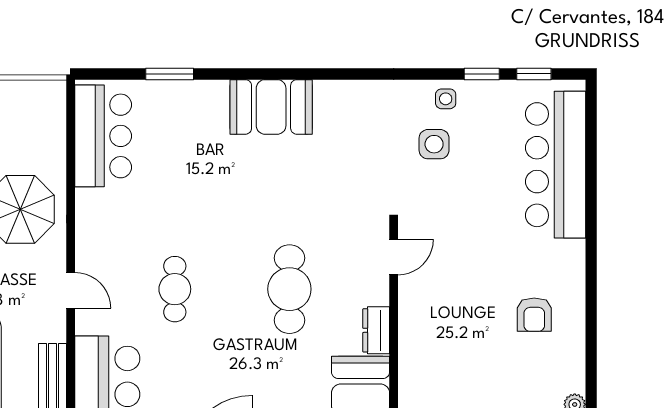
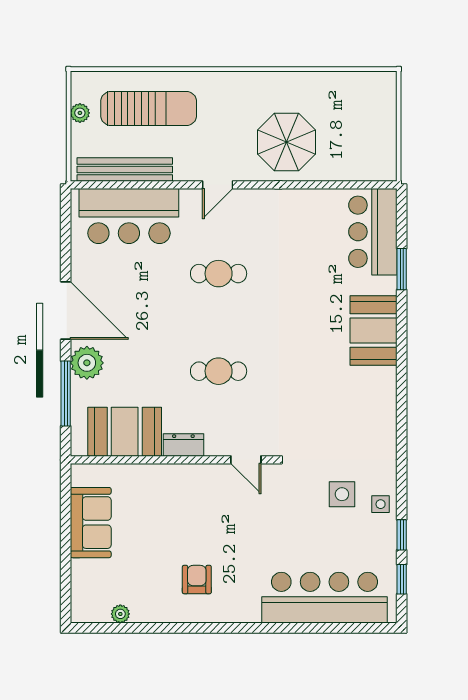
booth: (271, 107) -> (374, 331), moved
bar counter: (103, 136) -> (373, 232), moved, turned 90
cafe table: (289, 289) -> (219, 371), width x0.73, depth x0.74
armchair: (534, 315) -> (197, 580), turned 90

